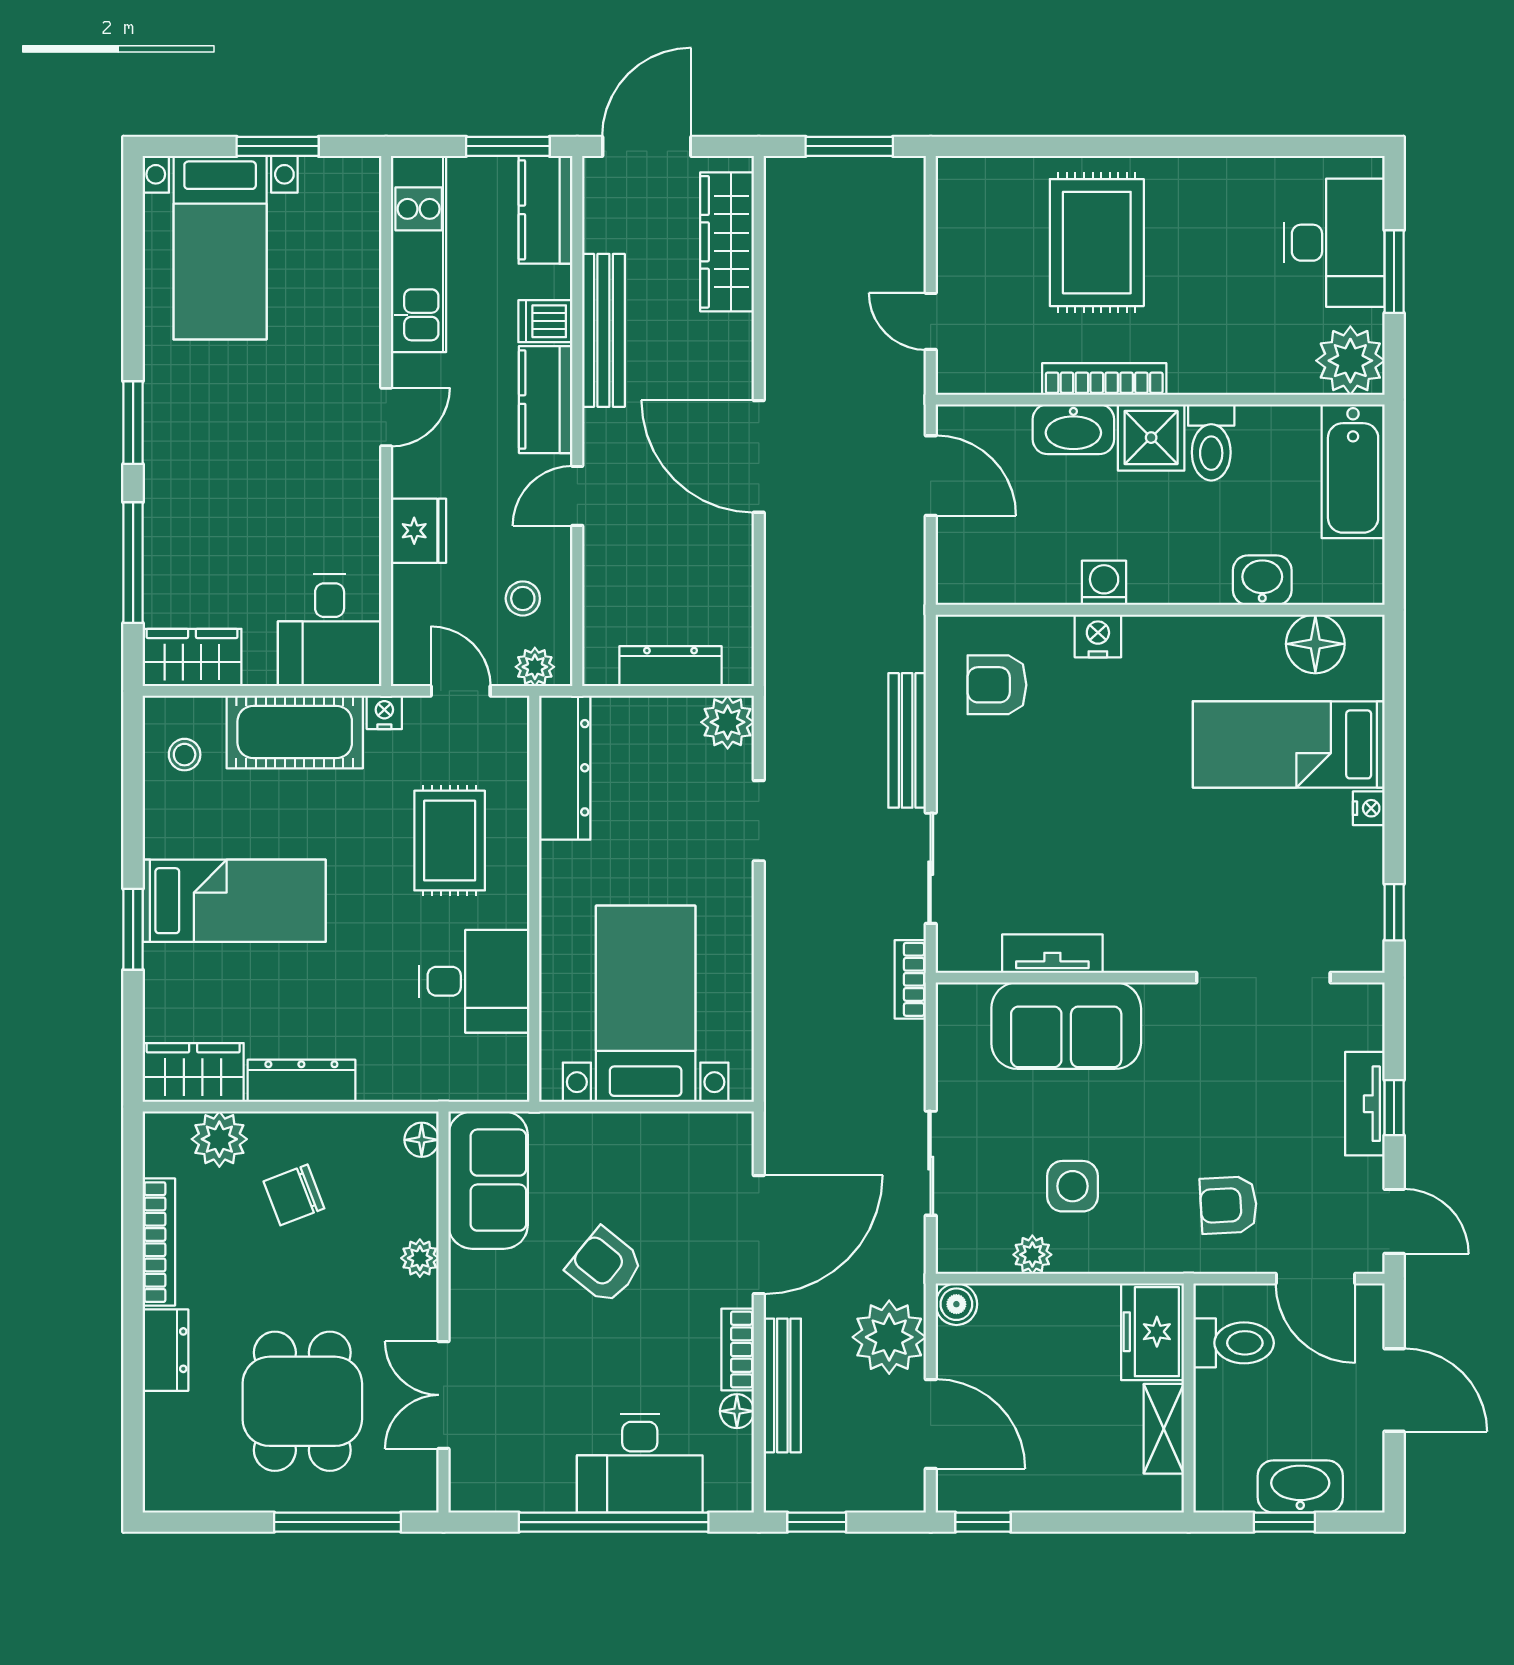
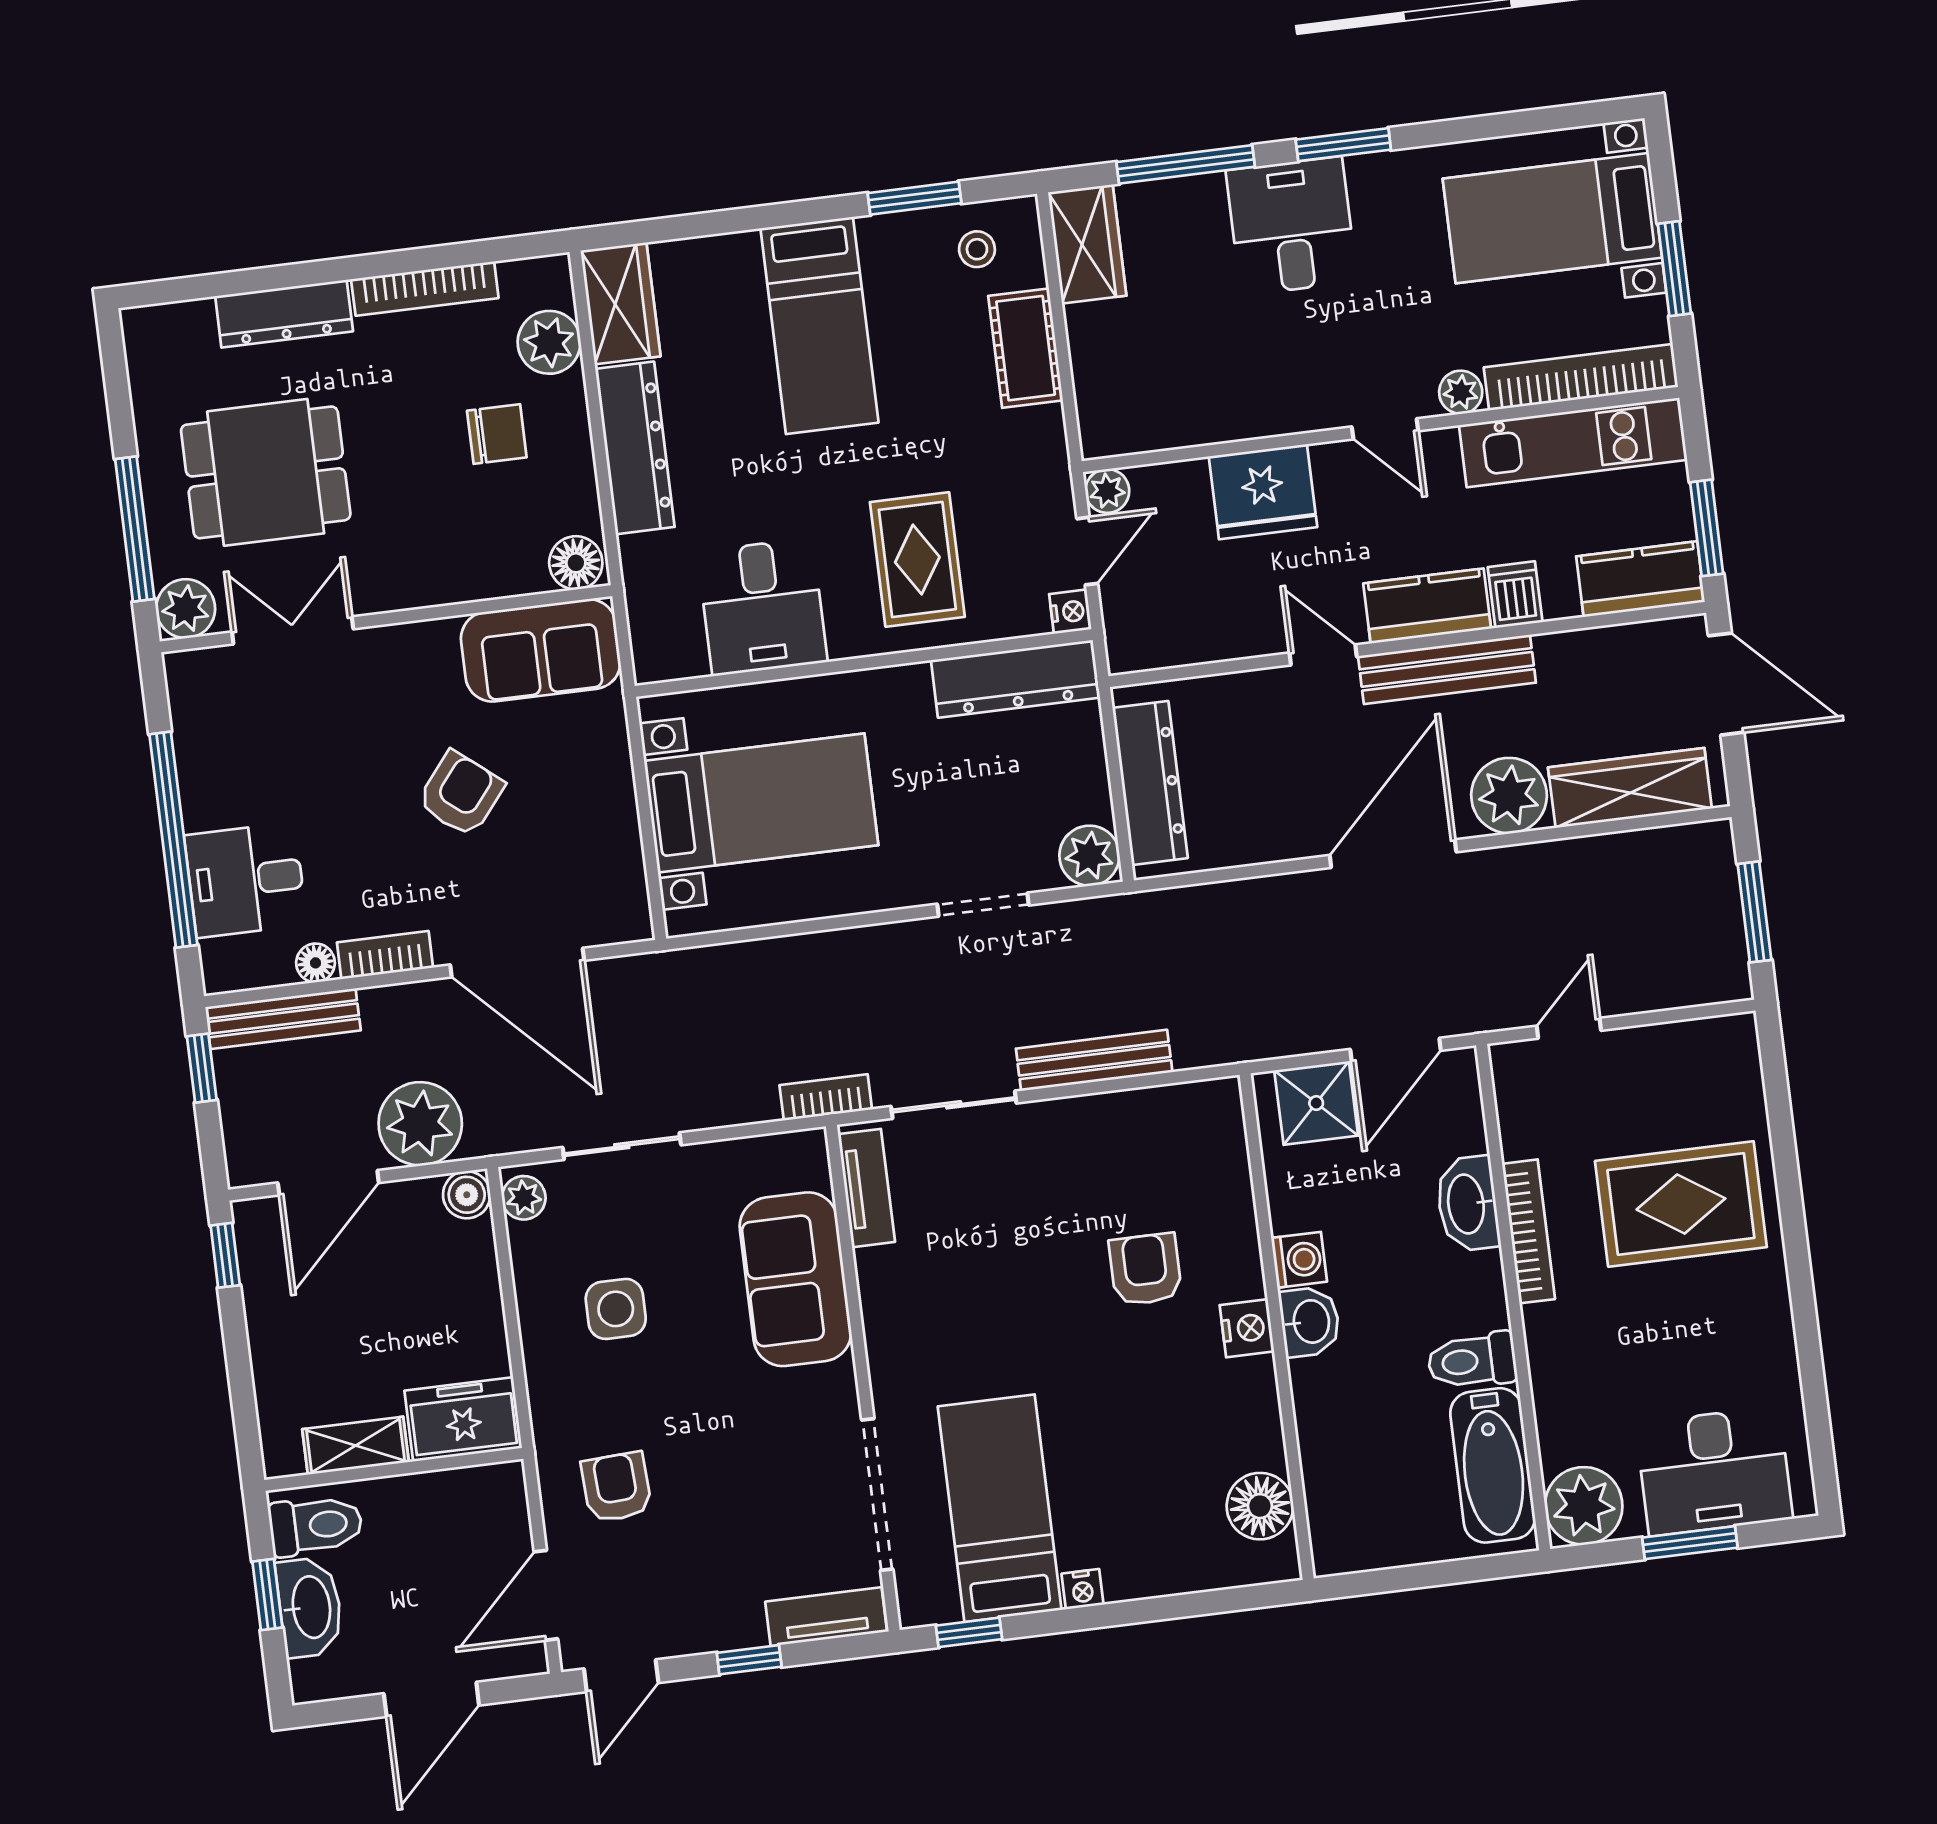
bookcase: (362, 240) -> (1581, 377), added
bench: (603, 330) -> (1447, 669), moved
plant: (362, 347) -> (1461, 392), added
plant: (721, 348) -> (1509, 796), added
shower: (1151, 438) -> (1316, 1103), moved
bathtub: (1353, 471) -> (1493, 1465), moved, turned -90
fridge: (419, 531) -> (1263, 492), width x1.36, depth x1.34
washbasin: (1262, 580) -> (1310, 1322), moved
stool: (523, 598) -> (1200, 608), removed
desk: (330, 630) -> (1291, 226), moved, turned 90
nightstand: (1098, 636) -> (1247, 1328), moved
dresser: (670, 666) -> (1150, 783), width x1.37, depth x1.24
plant: (535, 667) -> (1107, 491), moved
armchair: (997, 685) -> (1145, 1269), moved
nightstand: (384, 712) -> (1070, 612), moved
cot: (295, 732) -> (1026, 348), width x0.73, depth x0.75
bed: (1289, 744) -> (1000, 1508), moved
rug: (450, 841) -> (917, 560), turned 90
window: (133, 929) -> (914, 198), moved
tv unit: (1052, 954) -> (866, 1188), moved
dresser: (301, 1081) -> (635, 448), width x1.37, depth x1.24
tv unit: (1365, 1104) -> (826, 1617), moved
floor lamp: (422, 1140) -> (576, 563), width x1.37, depth x1.37
chair: (294, 1195) -> (497, 434), turned 111
plant: (1032, 1255) -> (524, 1198), moved
plant: (420, 1258) -> (186, 609), moved, width x1.38, depth x1.38
toilet: (1234, 1343) -> (316, 1526), moved, turned -90
dresser: (165, 1350) -> (284, 314), width x1.44
bench: (782, 1385) -> (283, 1019), moved
desk: (640, 1463) -> (246, 880), width x0.73

